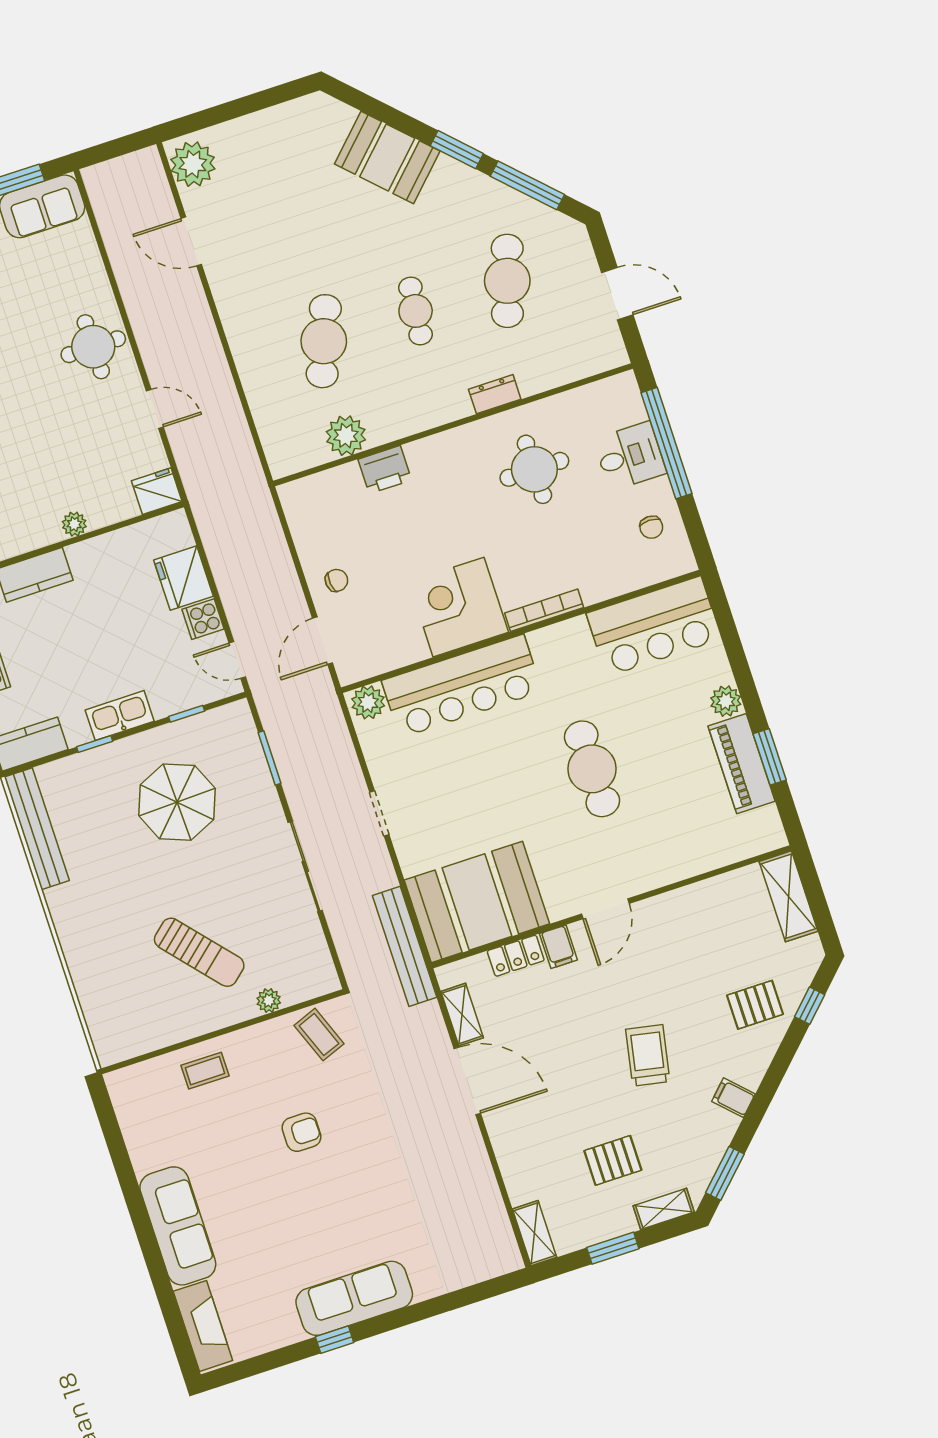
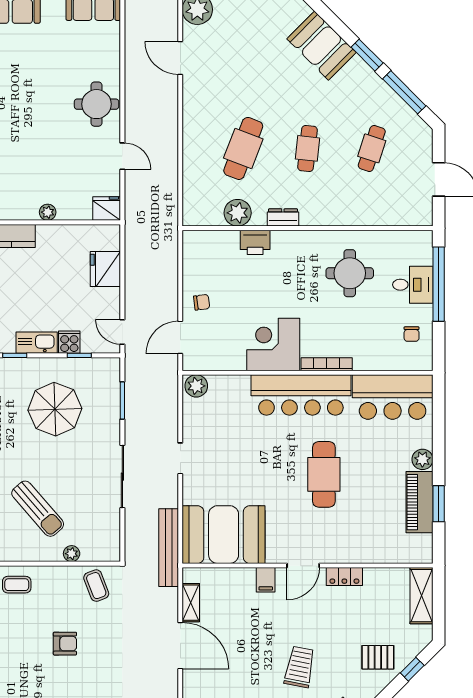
cafe table: (507, 281) -> (372, 148), width x0.73, depth x0.74
dresser: (495, 394) -> (283, 217), moved
cooker: (203, 619) -> (69, 342), moved, turned 90
bar counter: (462, 686) -> (301, 395), moved
locker: (516, 956) -> (344, 577), moved

